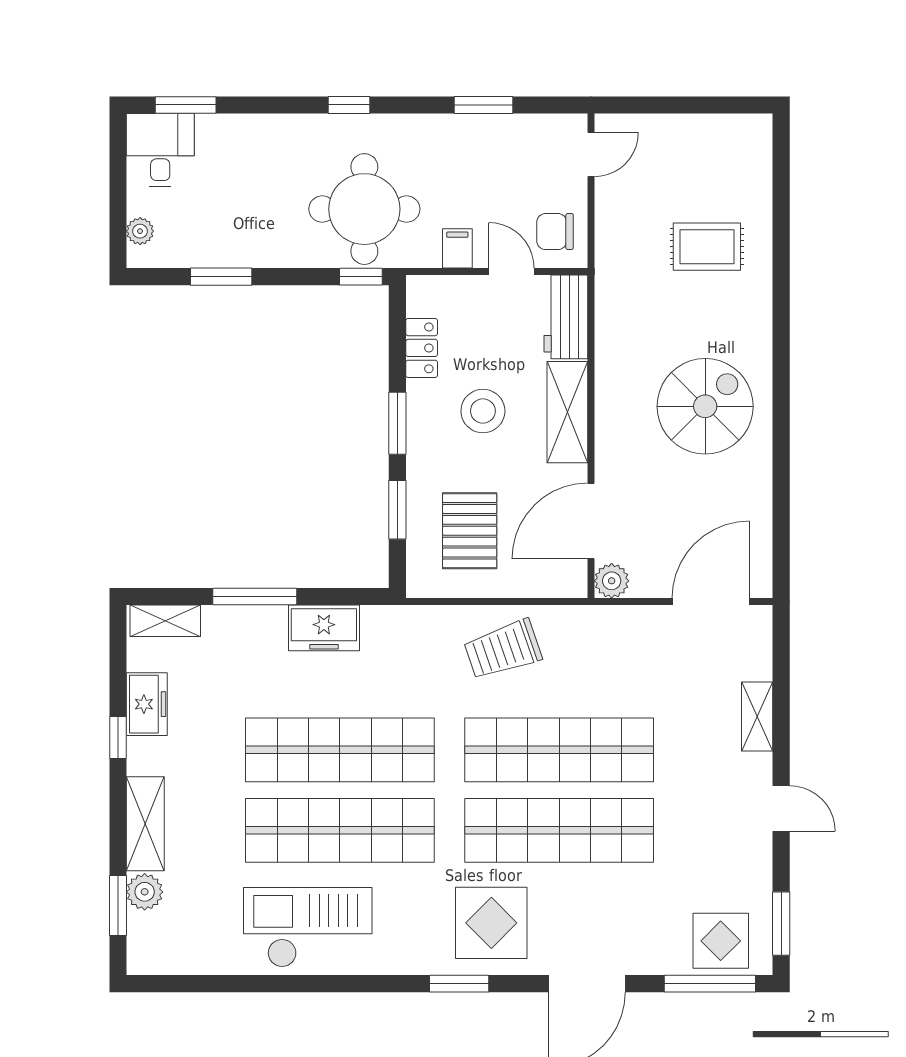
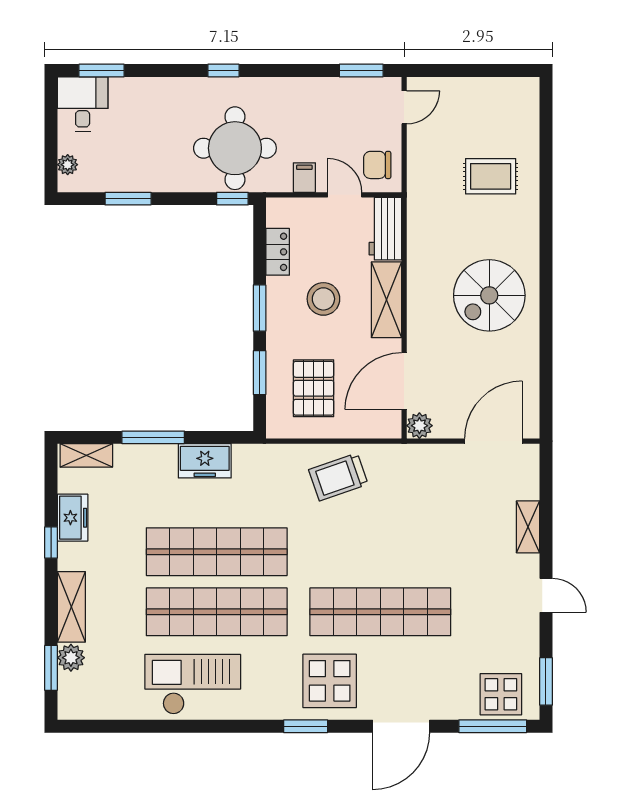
window: (484, 105) -> (361, 71), moved
spiral stairs: (705, 406) -> (489, 295), turned 180
shop shelf: (559, 750) -> (380, 552), removed

